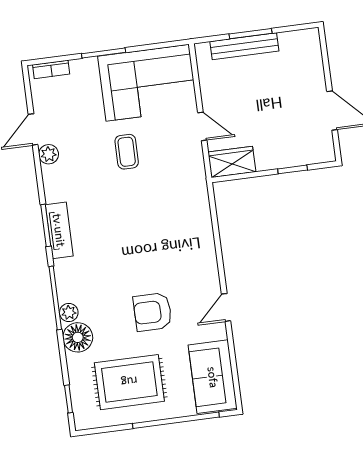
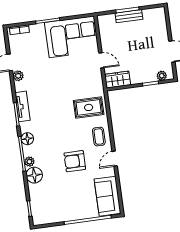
bench: (244, 46) -> (129, 16), width x0.73
coffee table: (127, 152) -> (99, 137), moved
plant: (313, 155) -> (162, 76), added
tv unit: (59, 230) -> (23, 106), moved
floor lamp: (65, 270) -> (27, 139), added
rug: (129, 382) -> (89, 107), moved, width x0.73, depth x0.70

